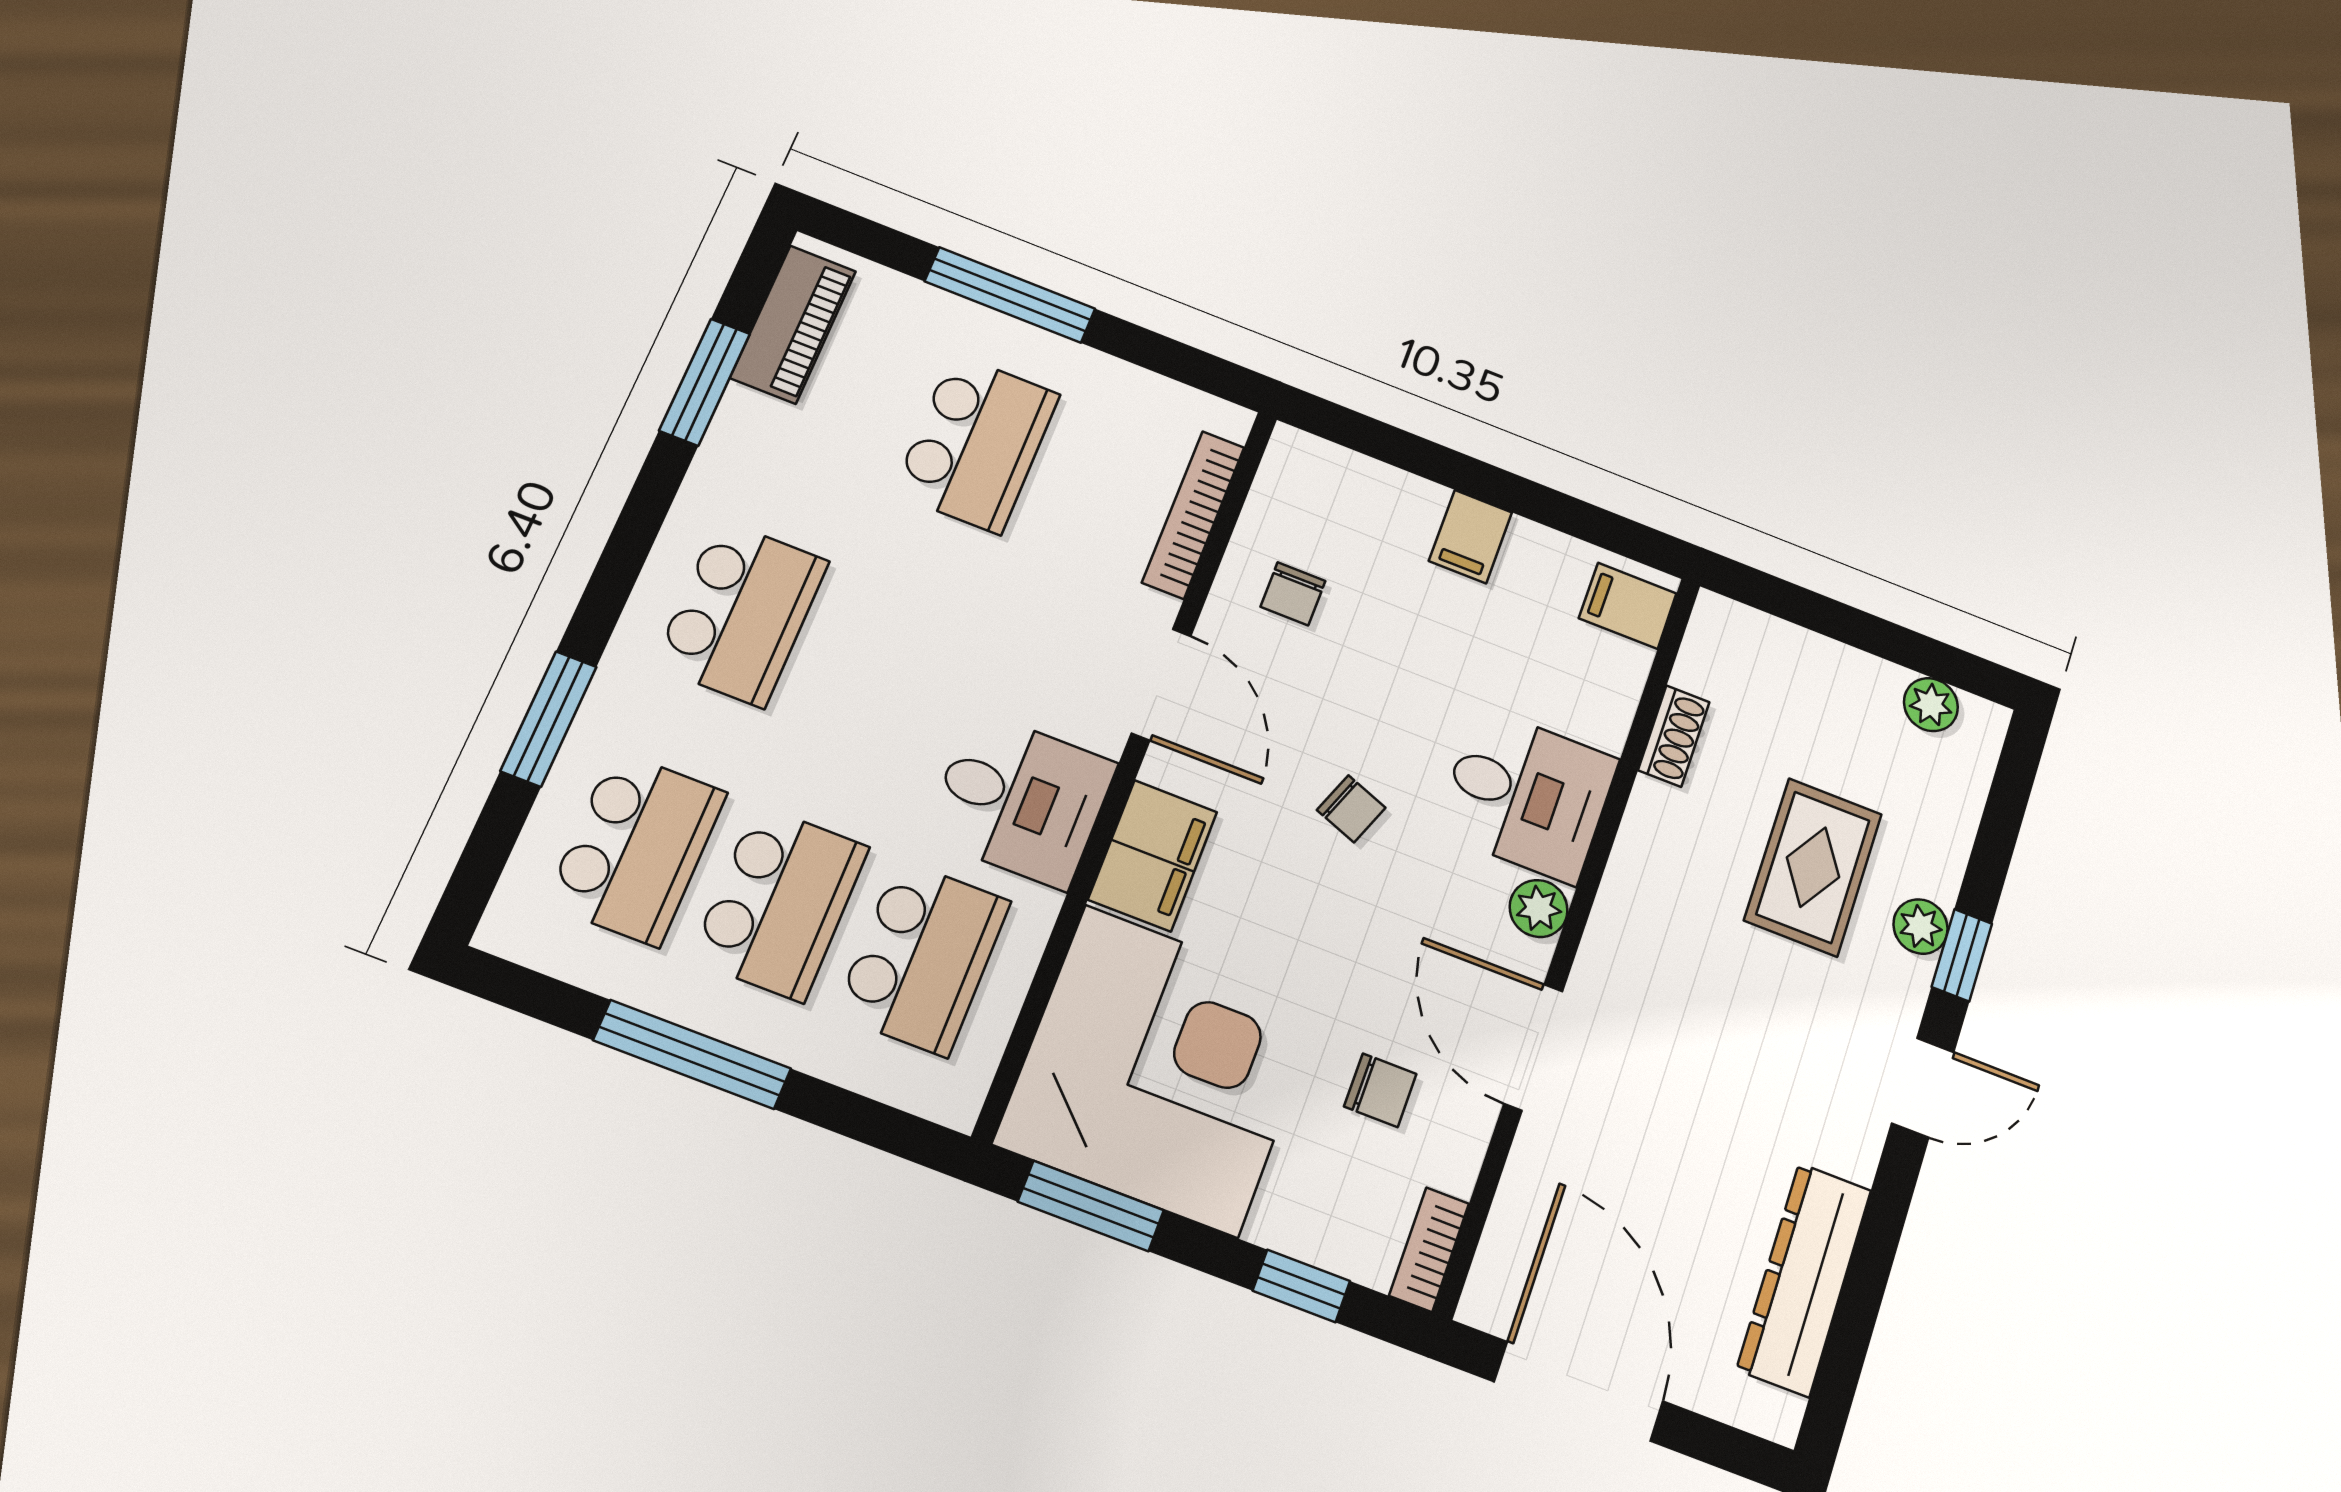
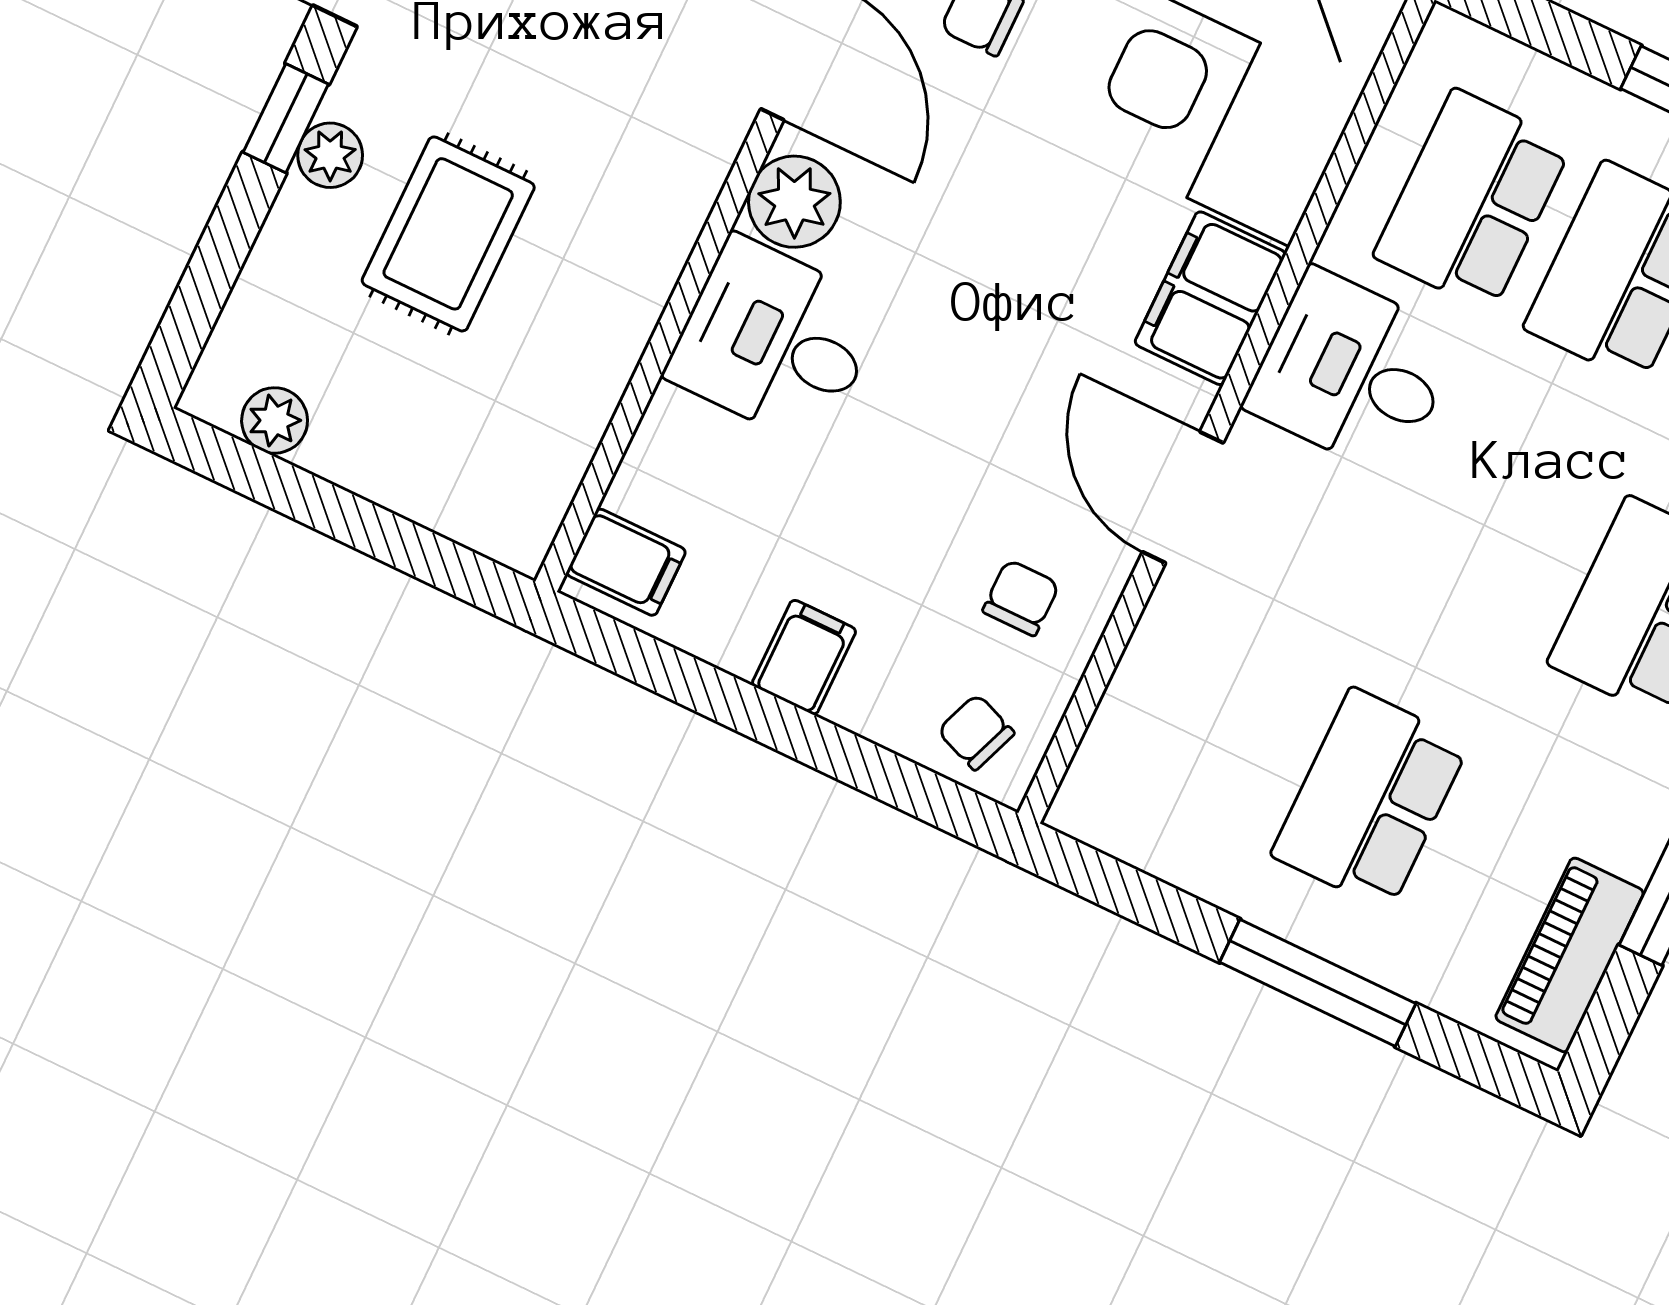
bookcase: (1193, 515) -> (1128, 700), removed
shoe rack: (1674, 736) -> (592, 401), removed
chair: (1351, 809) -> (976, 732), moved
plant: (1539, 908) -> (794, 202), width x1.38, depth x1.38

